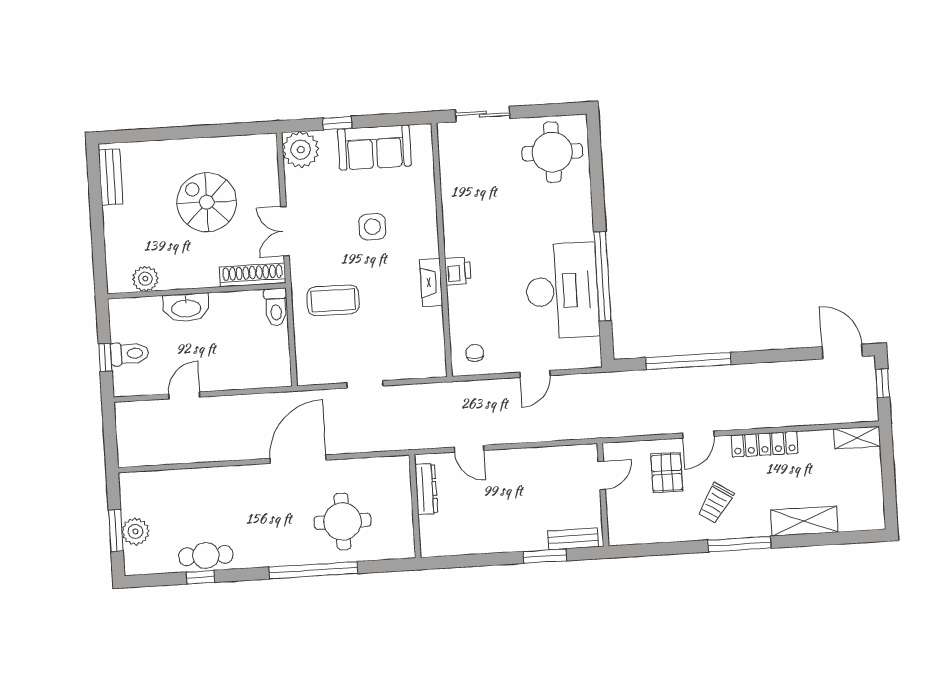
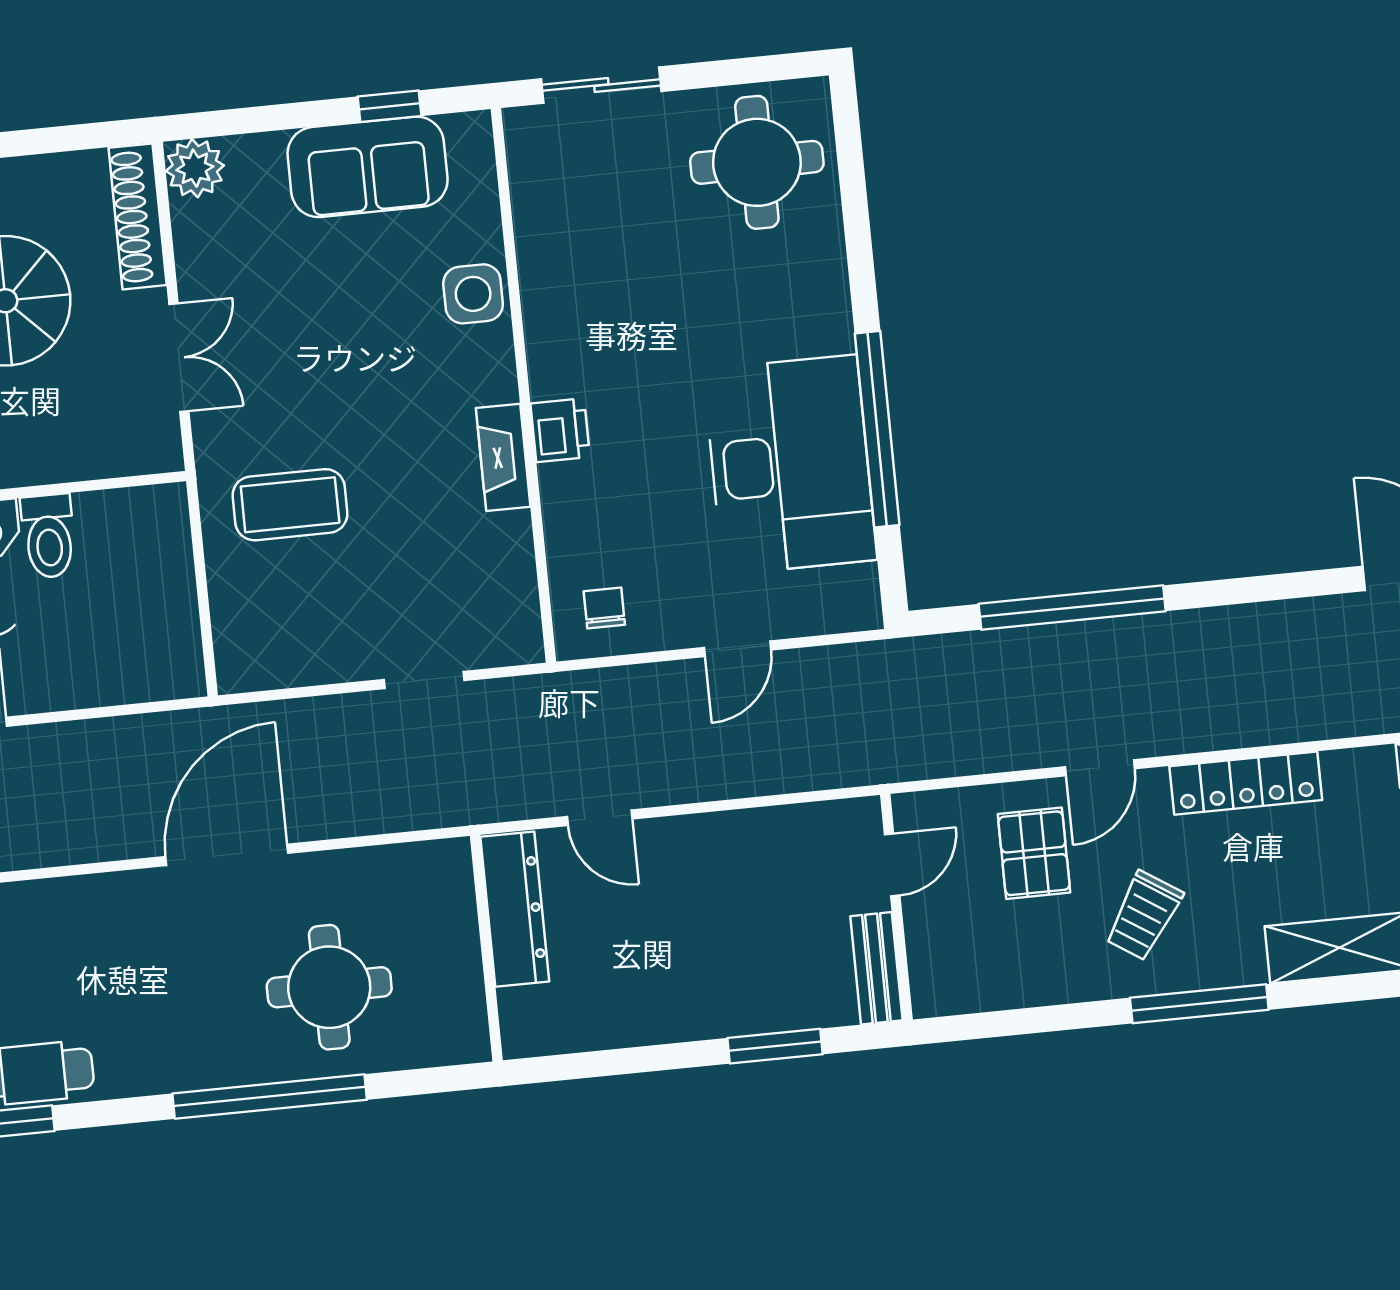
window: (337, 123) -> (389, 106), moved
plant: (301, 150) -> (195, 168), width x0.73, depth x0.73
side table: (372, 227) -> (473, 294), moved
double door: (285, 231) -> (179, 358), swing flipped
shoe rack: (253, 275) -> (138, 216), moved, turned -90
toilet: (276, 307) -> (49, 536), moved
doorway: (365, 384) -> (424, 680), moved
dresser: (426, 489) -> (515, 909), width x1.37, depth x1.24
bench: (573, 539) -> (876, 968), moved, turned 90

